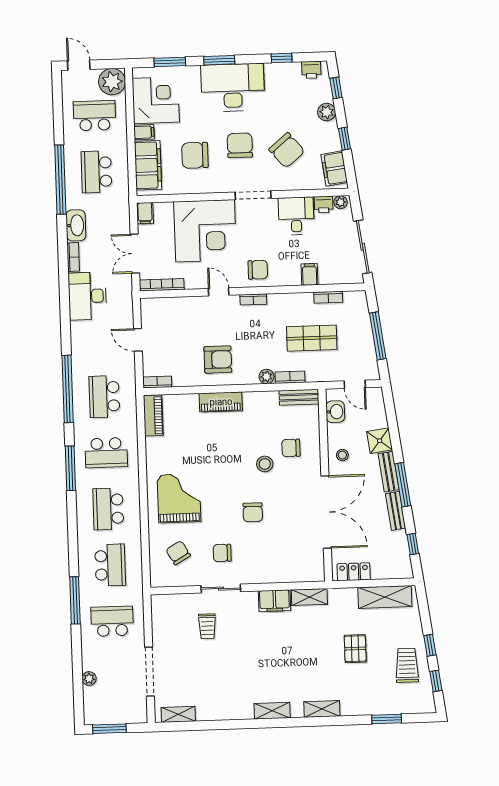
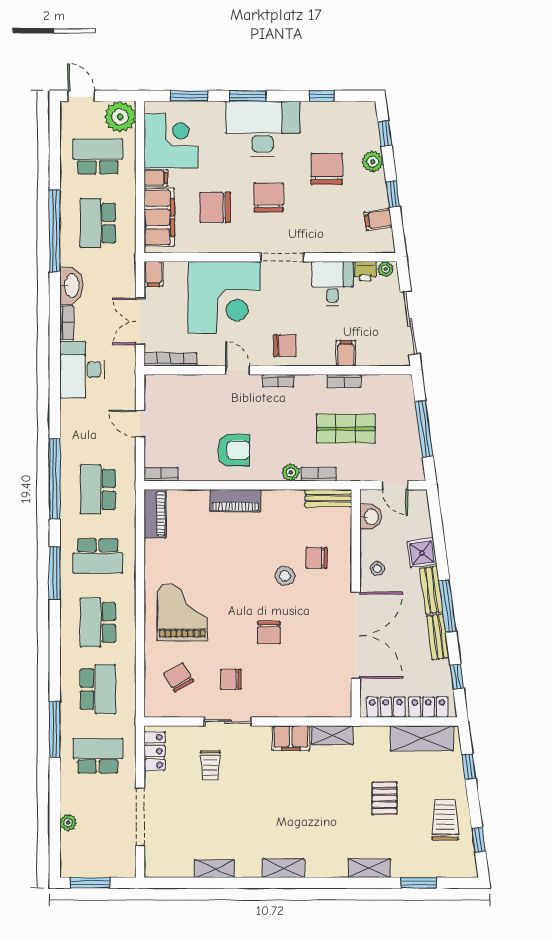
printer: (311, 70) -> (356, 111), removed
chair: (287, 150) -> (327, 169), moved, turned -140
filing cabinet: (334, 169) -> (378, 219), width x0.50
bookcase: (328, 297) -> (344, 381), moved
locker: (390, 570) -> (428, 707), added
locker: (160, 616) -> (155, 751), added
window: (430, 645) -> (469, 767), moved
shelving: (322, 709) -> (369, 868), moved
shelving: (178, 714) -> (214, 869), moved

